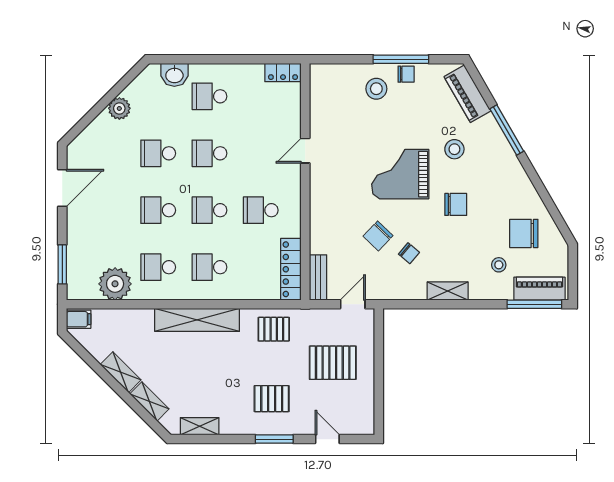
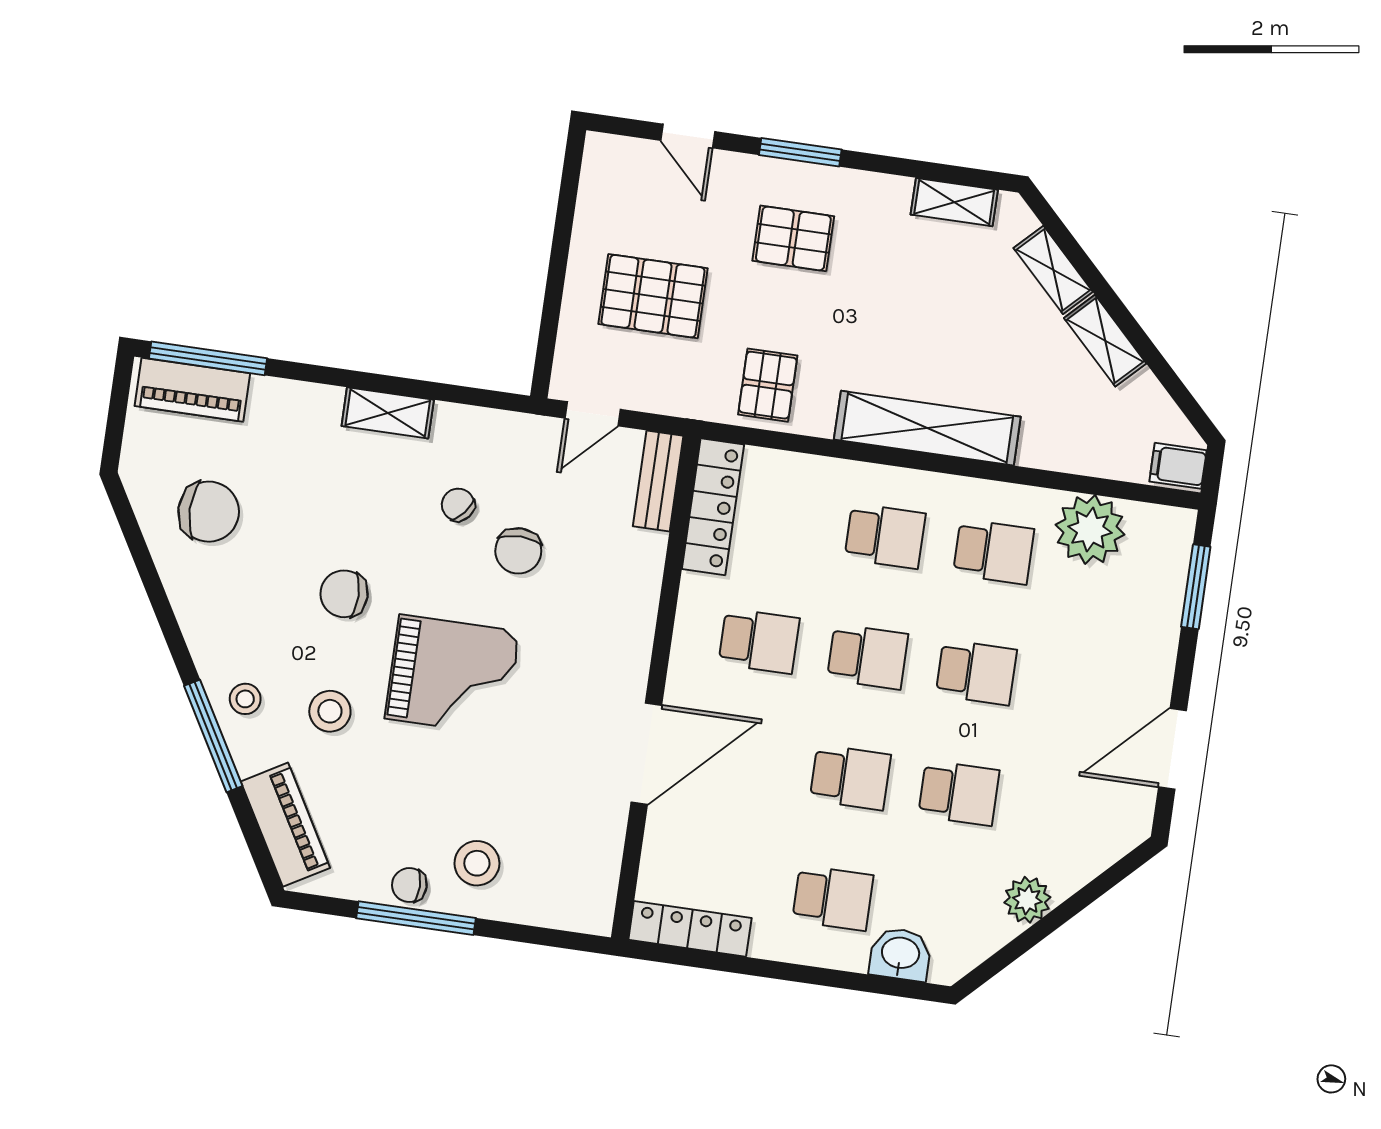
locker: (283, 73) -> (690, 929), width x1.53
door: (305, 151) -> (646, 754), width x1.88
chair: (378, 236) -> (518, 551), turned 137
stool: (499, 265) -> (245, 699), moved
pallet: (274, 329) -> (768, 385), turned 90

